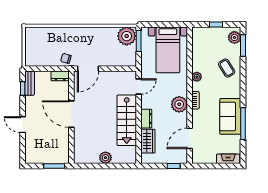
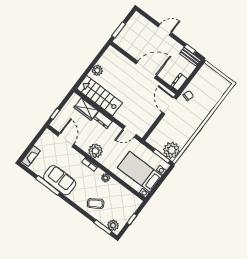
door: (139, 87) -> (130, 132), hinge flipped
stairs: (127, 120) -> (100, 96), moved

